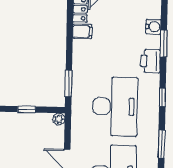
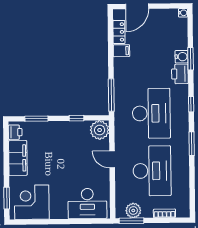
water cooler: (153, 27) -> (182, 57), moved
window: (69, 83) -> (111, 95), width x1.44
plant: (59, 119) -> (100, 130), width x1.87, depth x1.87

